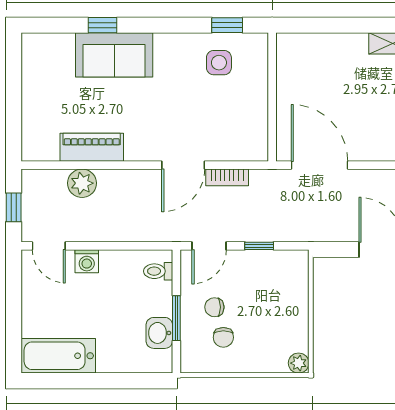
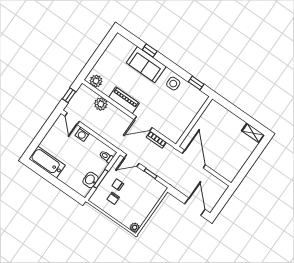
side table: (219, 63) -> (173, 84), moved
piano: (92, 147) -> (124, 100), moved
plant: (44, 148) -> (96, 81), added

